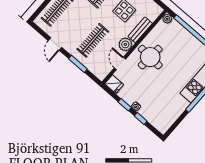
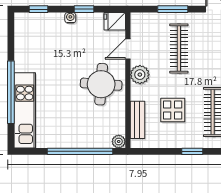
bench: (140, 30) -> (137, 120), moved
door: (120, 63) -> (128, 49), swing flipped
window: (141, 118) -> (39, 9), moved

